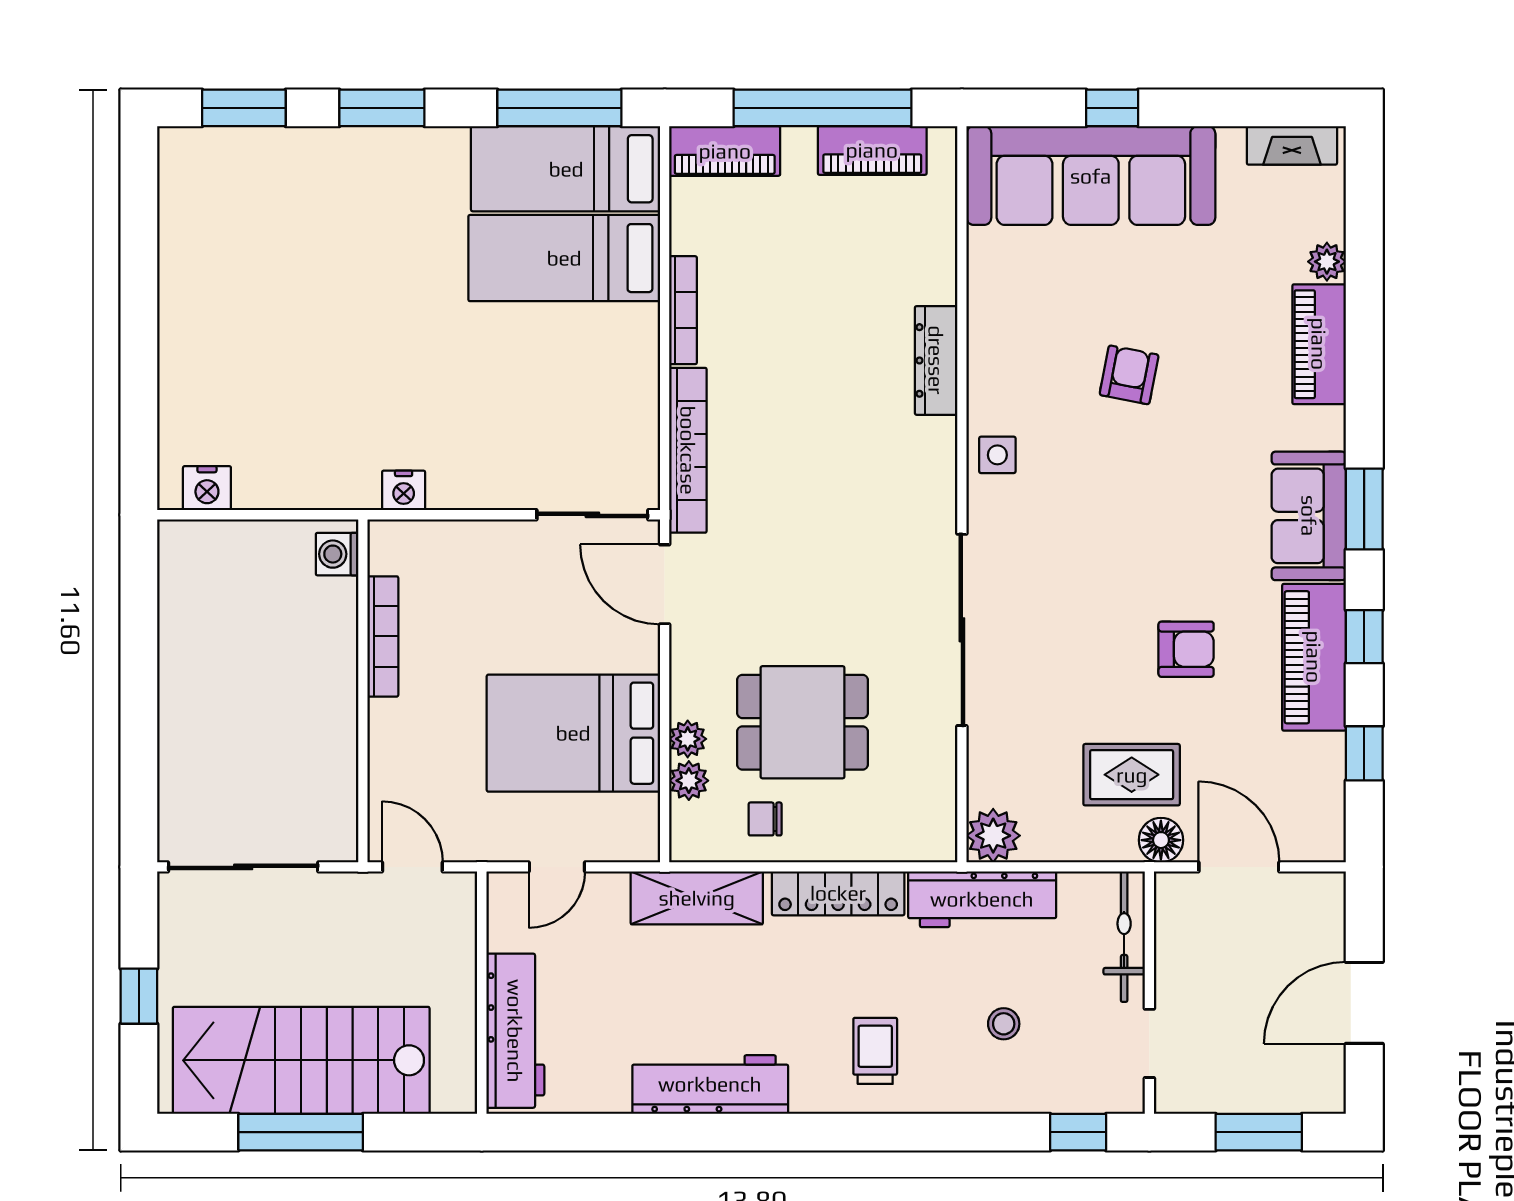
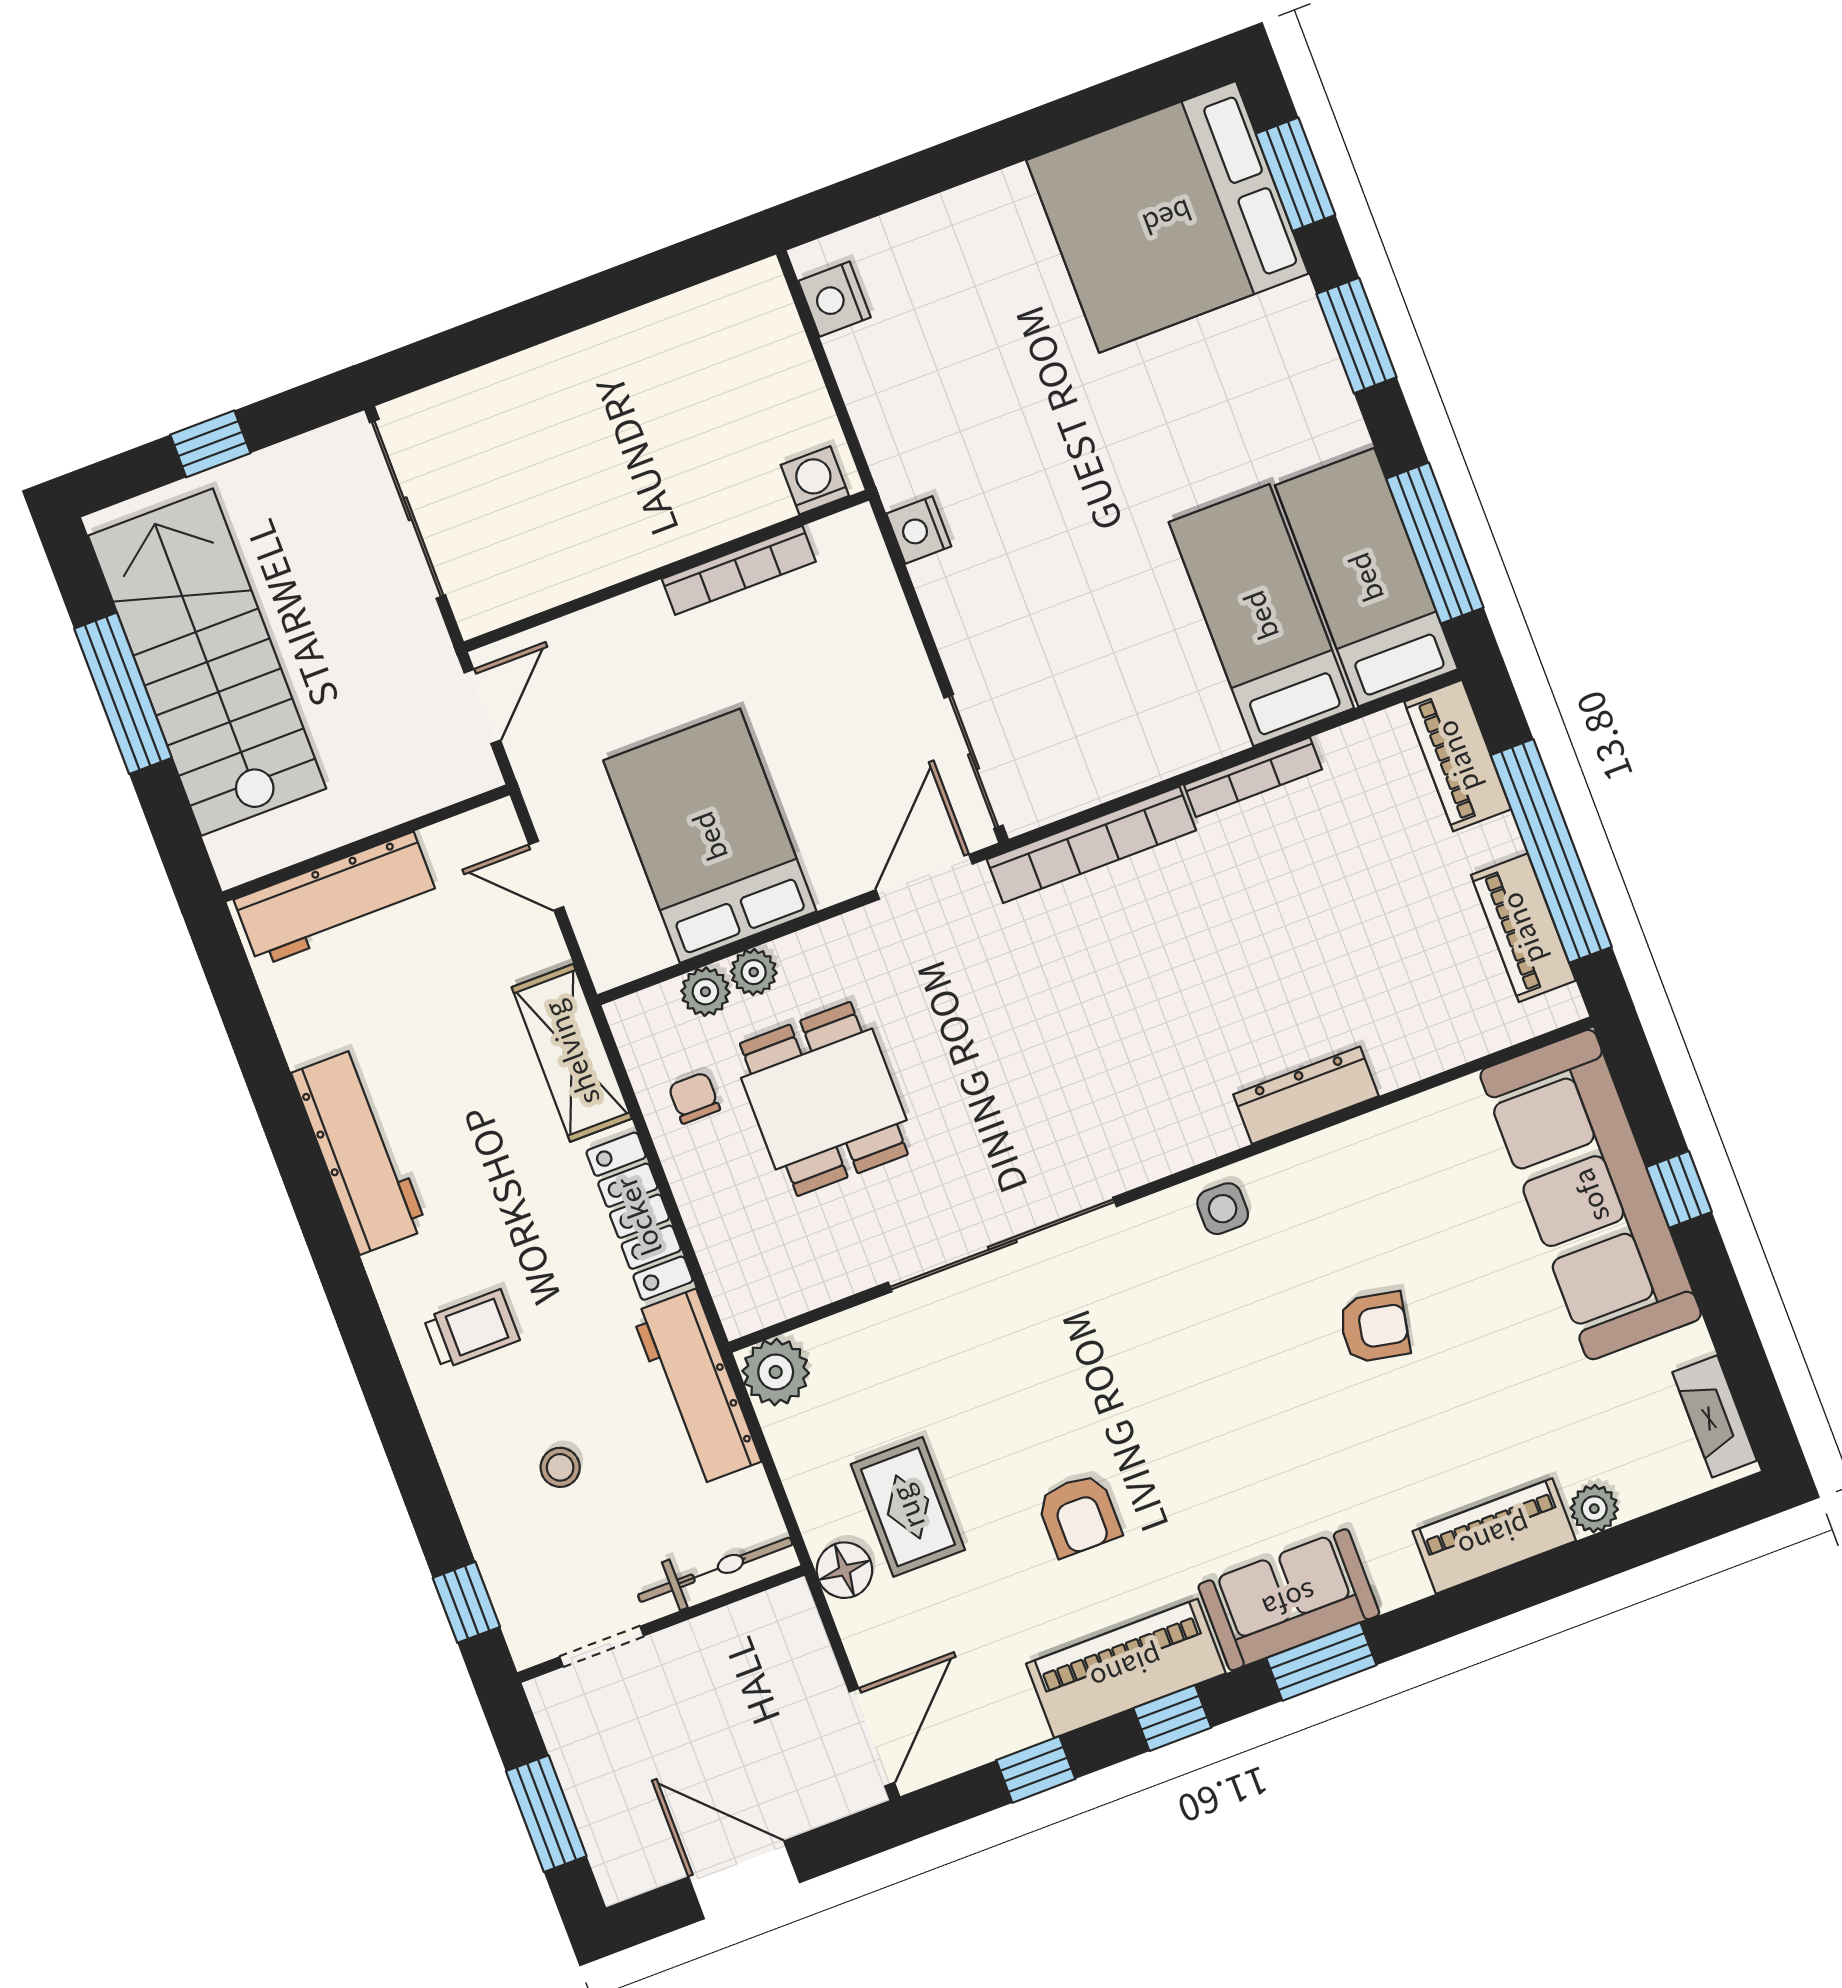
bed: (240, 216) -> (1167, 217), added
door: (1239, 867) -> (872, 1737), moved

